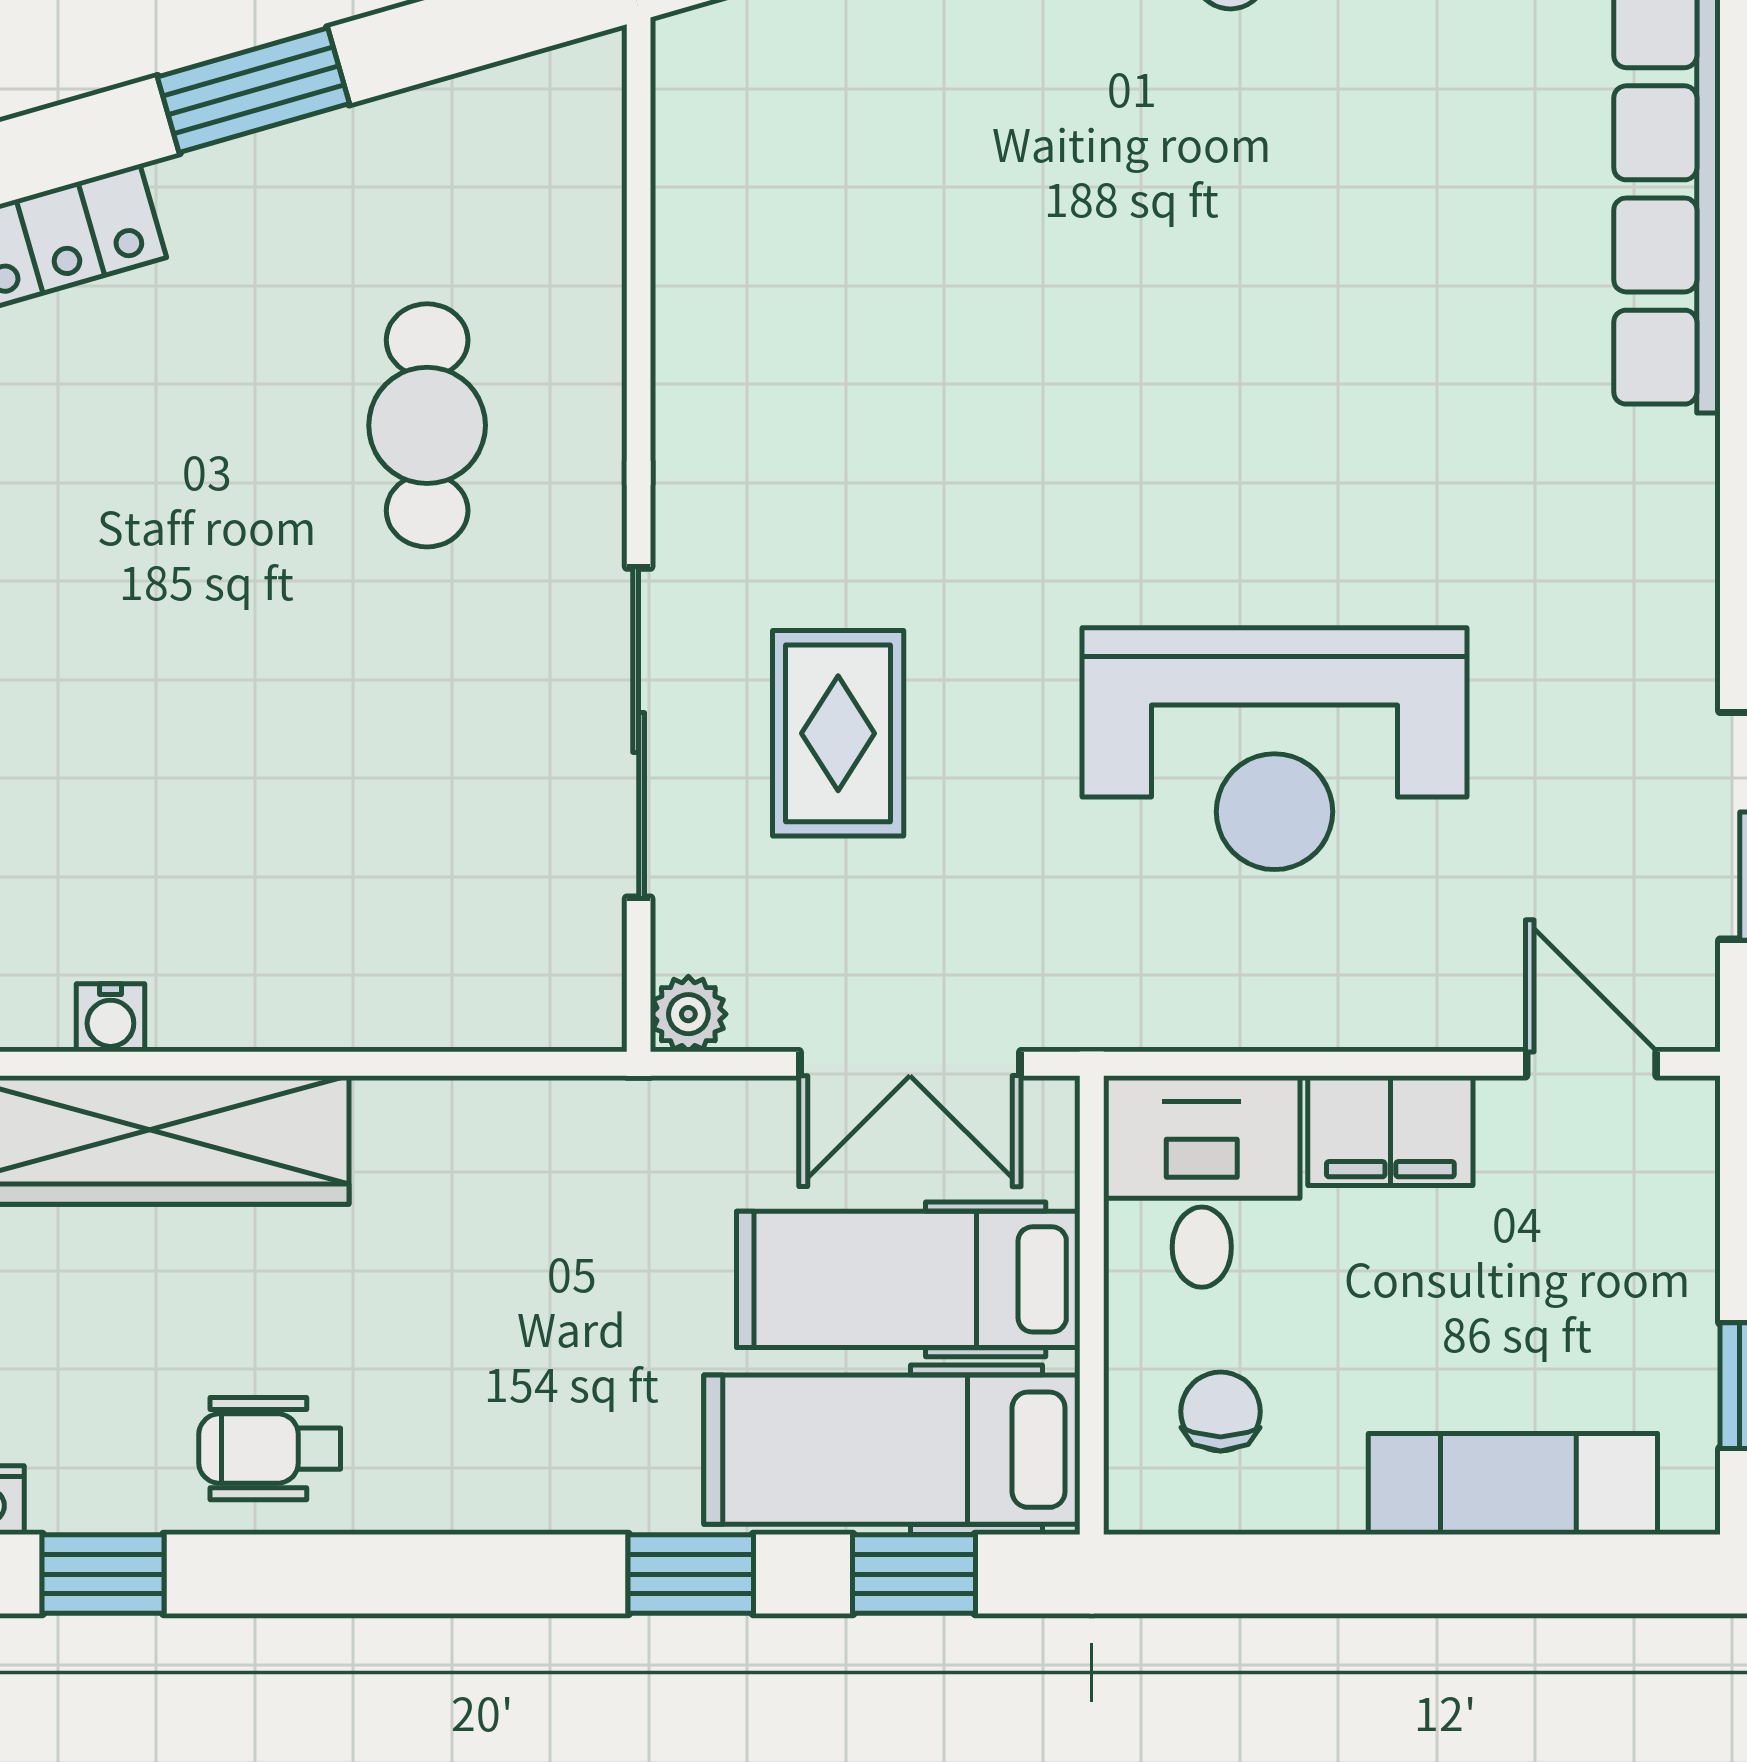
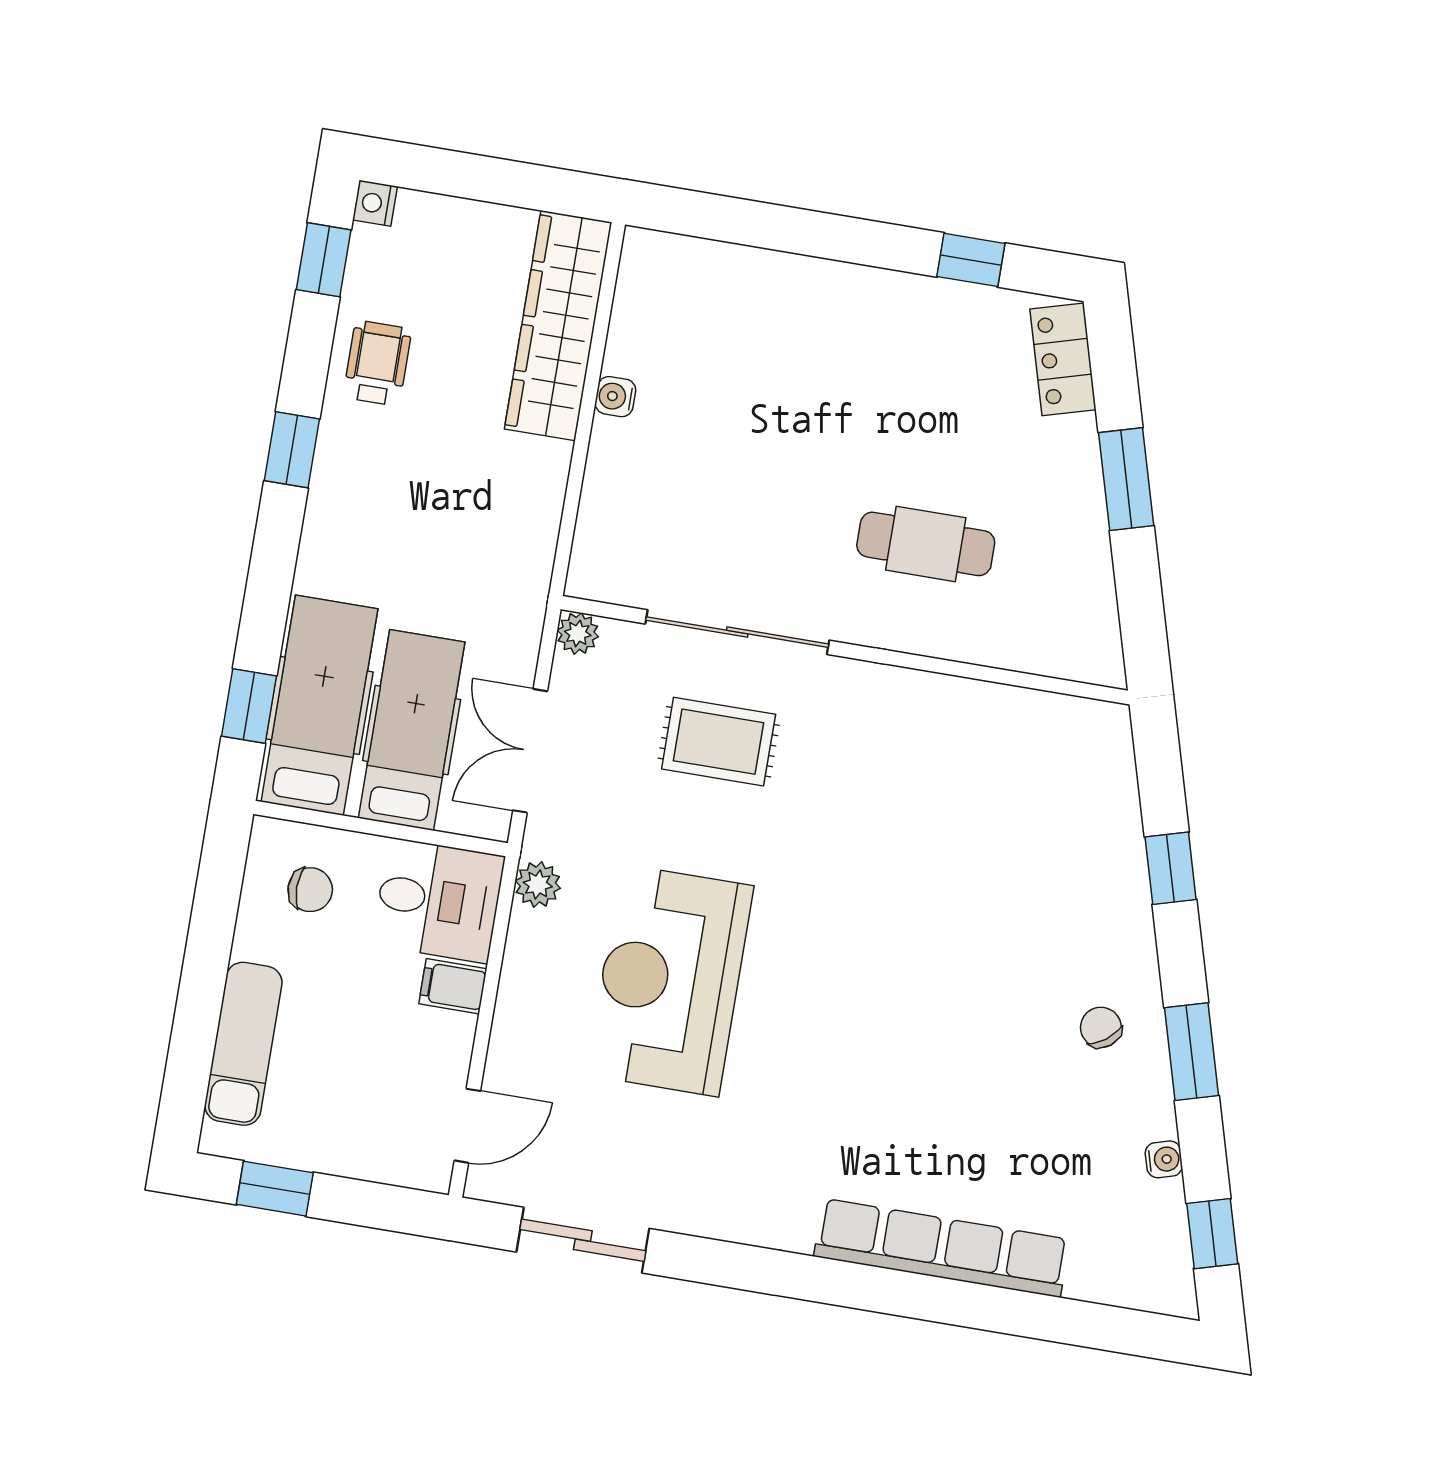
plant: (1144, 1011) -> (538, 884), added
water cooler: (110, 1018) -> (615, 397), moved
filing cabinet: (1390, 1131) -> (453, 986), width x0.50
window: (691, 1574) -> (292, 450), moved

